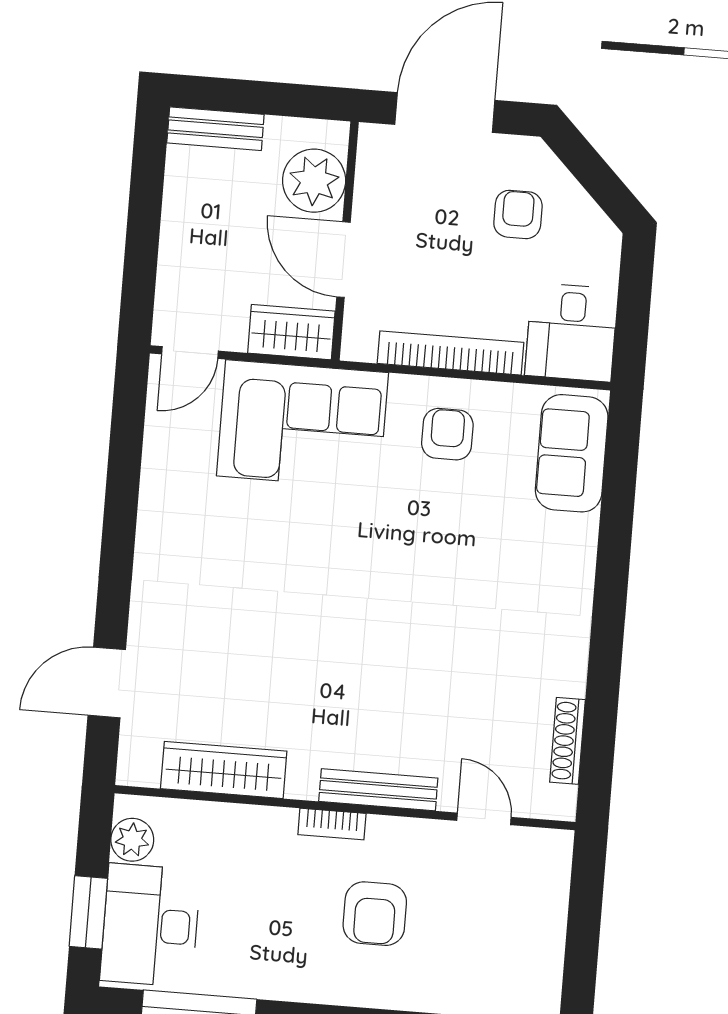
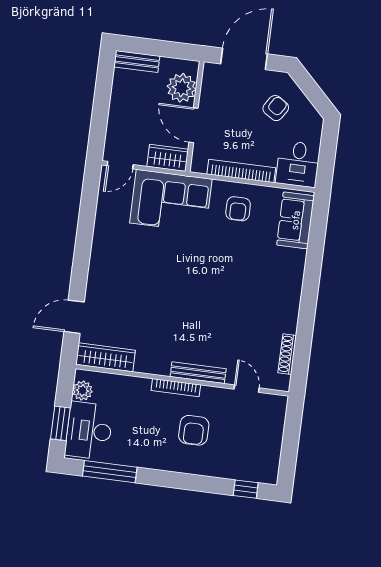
armchair: (518, 214) -> (276, 108), turned 33
armchair: (447, 434) -> (238, 209), turned 180
wardrobe: (224, 770) -> (106, 357), moved
bookcase: (332, 824) -> (176, 388), width x1.56

